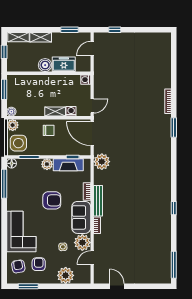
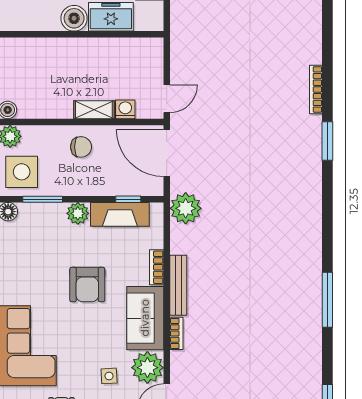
washing machine: (86, 80) -> (154, 47), removed
armchair: (52, 200) -> (87, 285), turned 90
window: (174, 208) -> (327, 300), width x2.17

